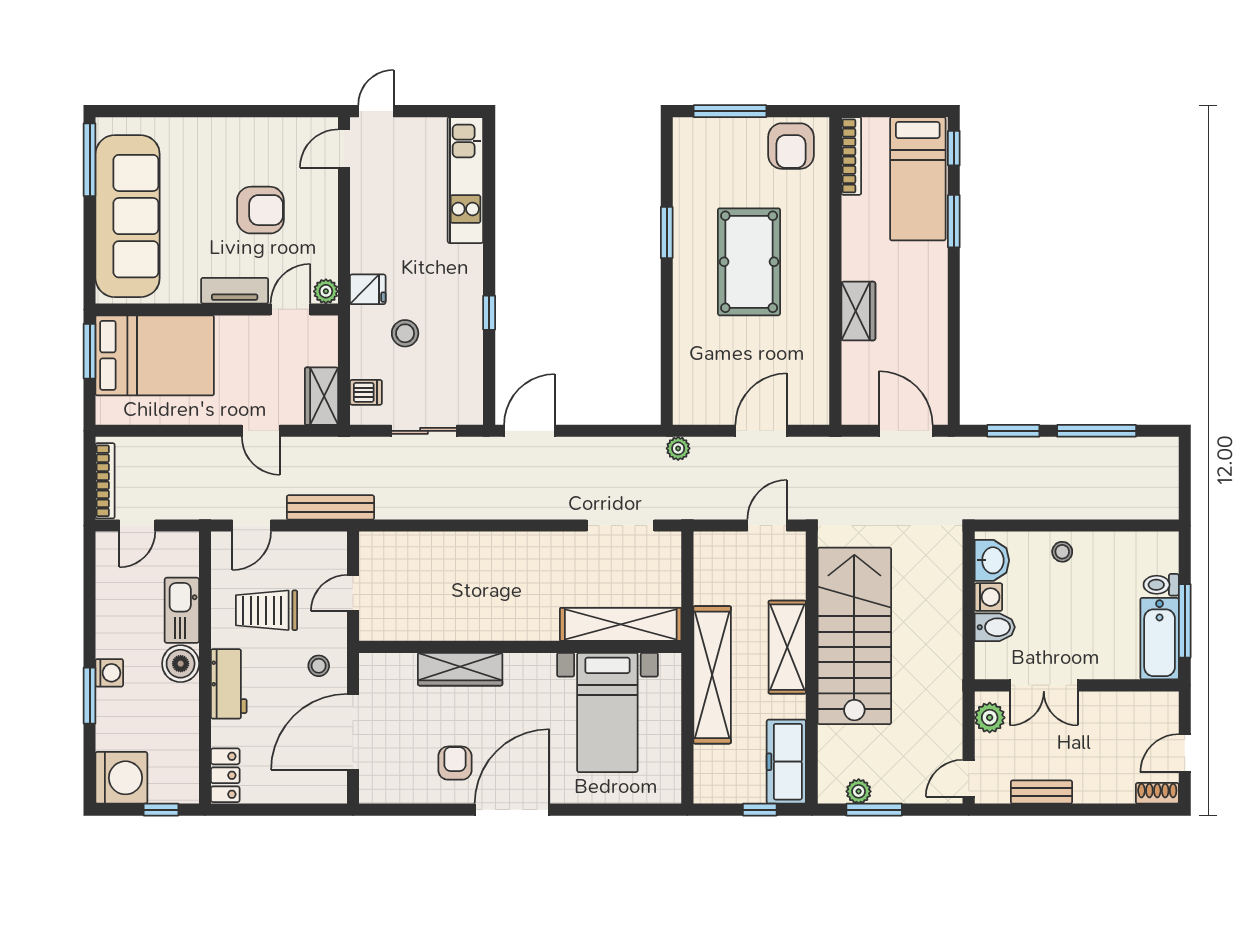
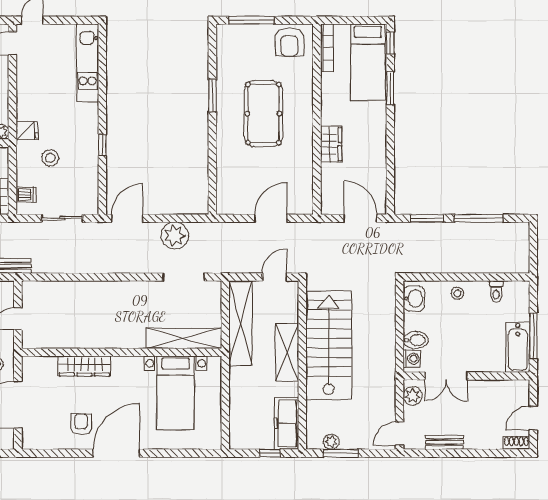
plant: (678, 448) -> (175, 236), moved, width x1.88, depth x1.88
toilet: (1161, 585) -> (496, 292), moved, turned -90
washing machine: (988, 597) -> (412, 359), moved
shelving: (712, 675) -> (240, 323), moved

